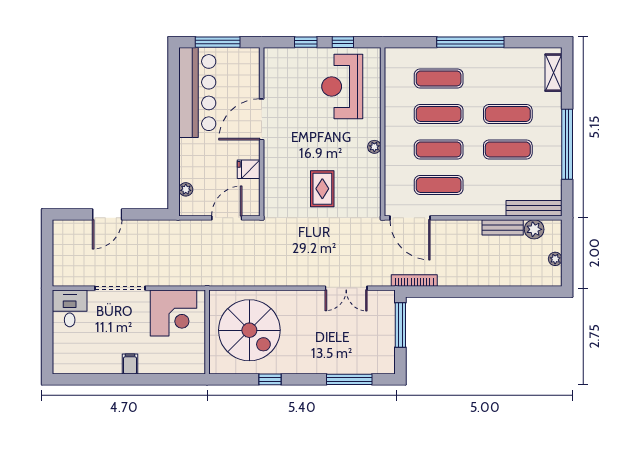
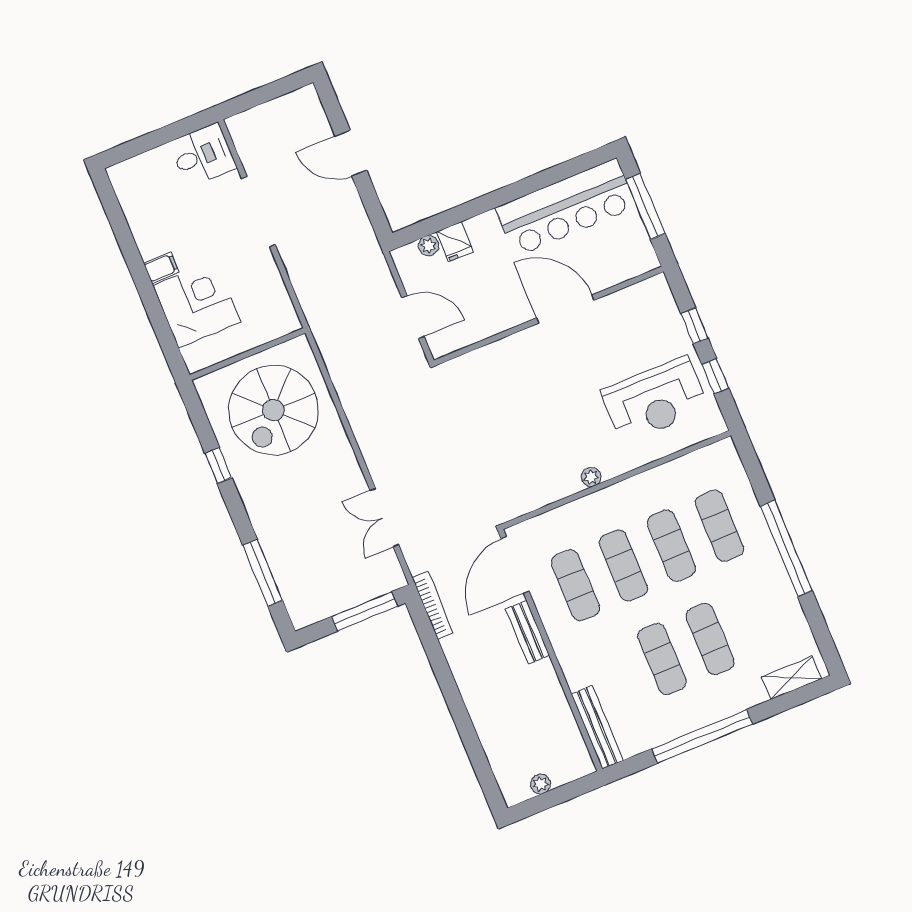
reception desk: (342, 86) -> (655, 400), turned 180
fridge: (249, 169) -> (455, 242), moved, turned 180
rug: (322, 189) -> (506, 430), removed
bench: (503, 227) -> (528, 632), moved
plant: (534, 229) -> (569, 739), removed
corner desk: (174, 313) -> (197, 304), moved, turned 180

